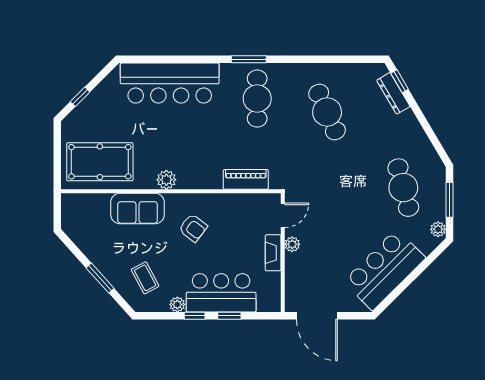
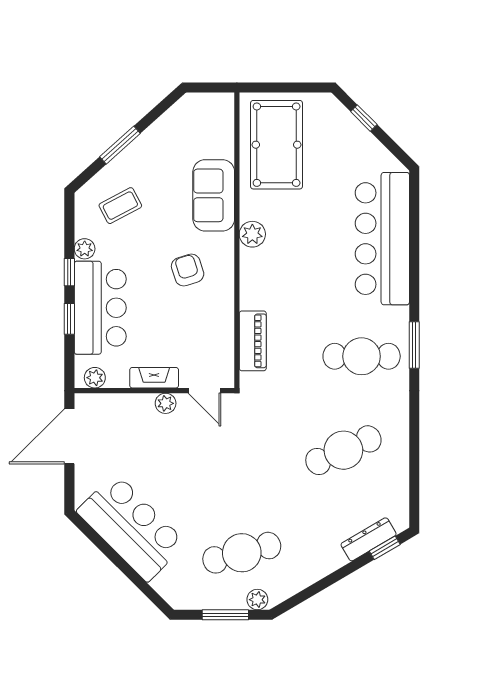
armchair: (193, 228) -> (188, 270), turned 125
plant: (438, 229) -> (257, 600), moved
plant: (273, 297) -> (95, 378), added

